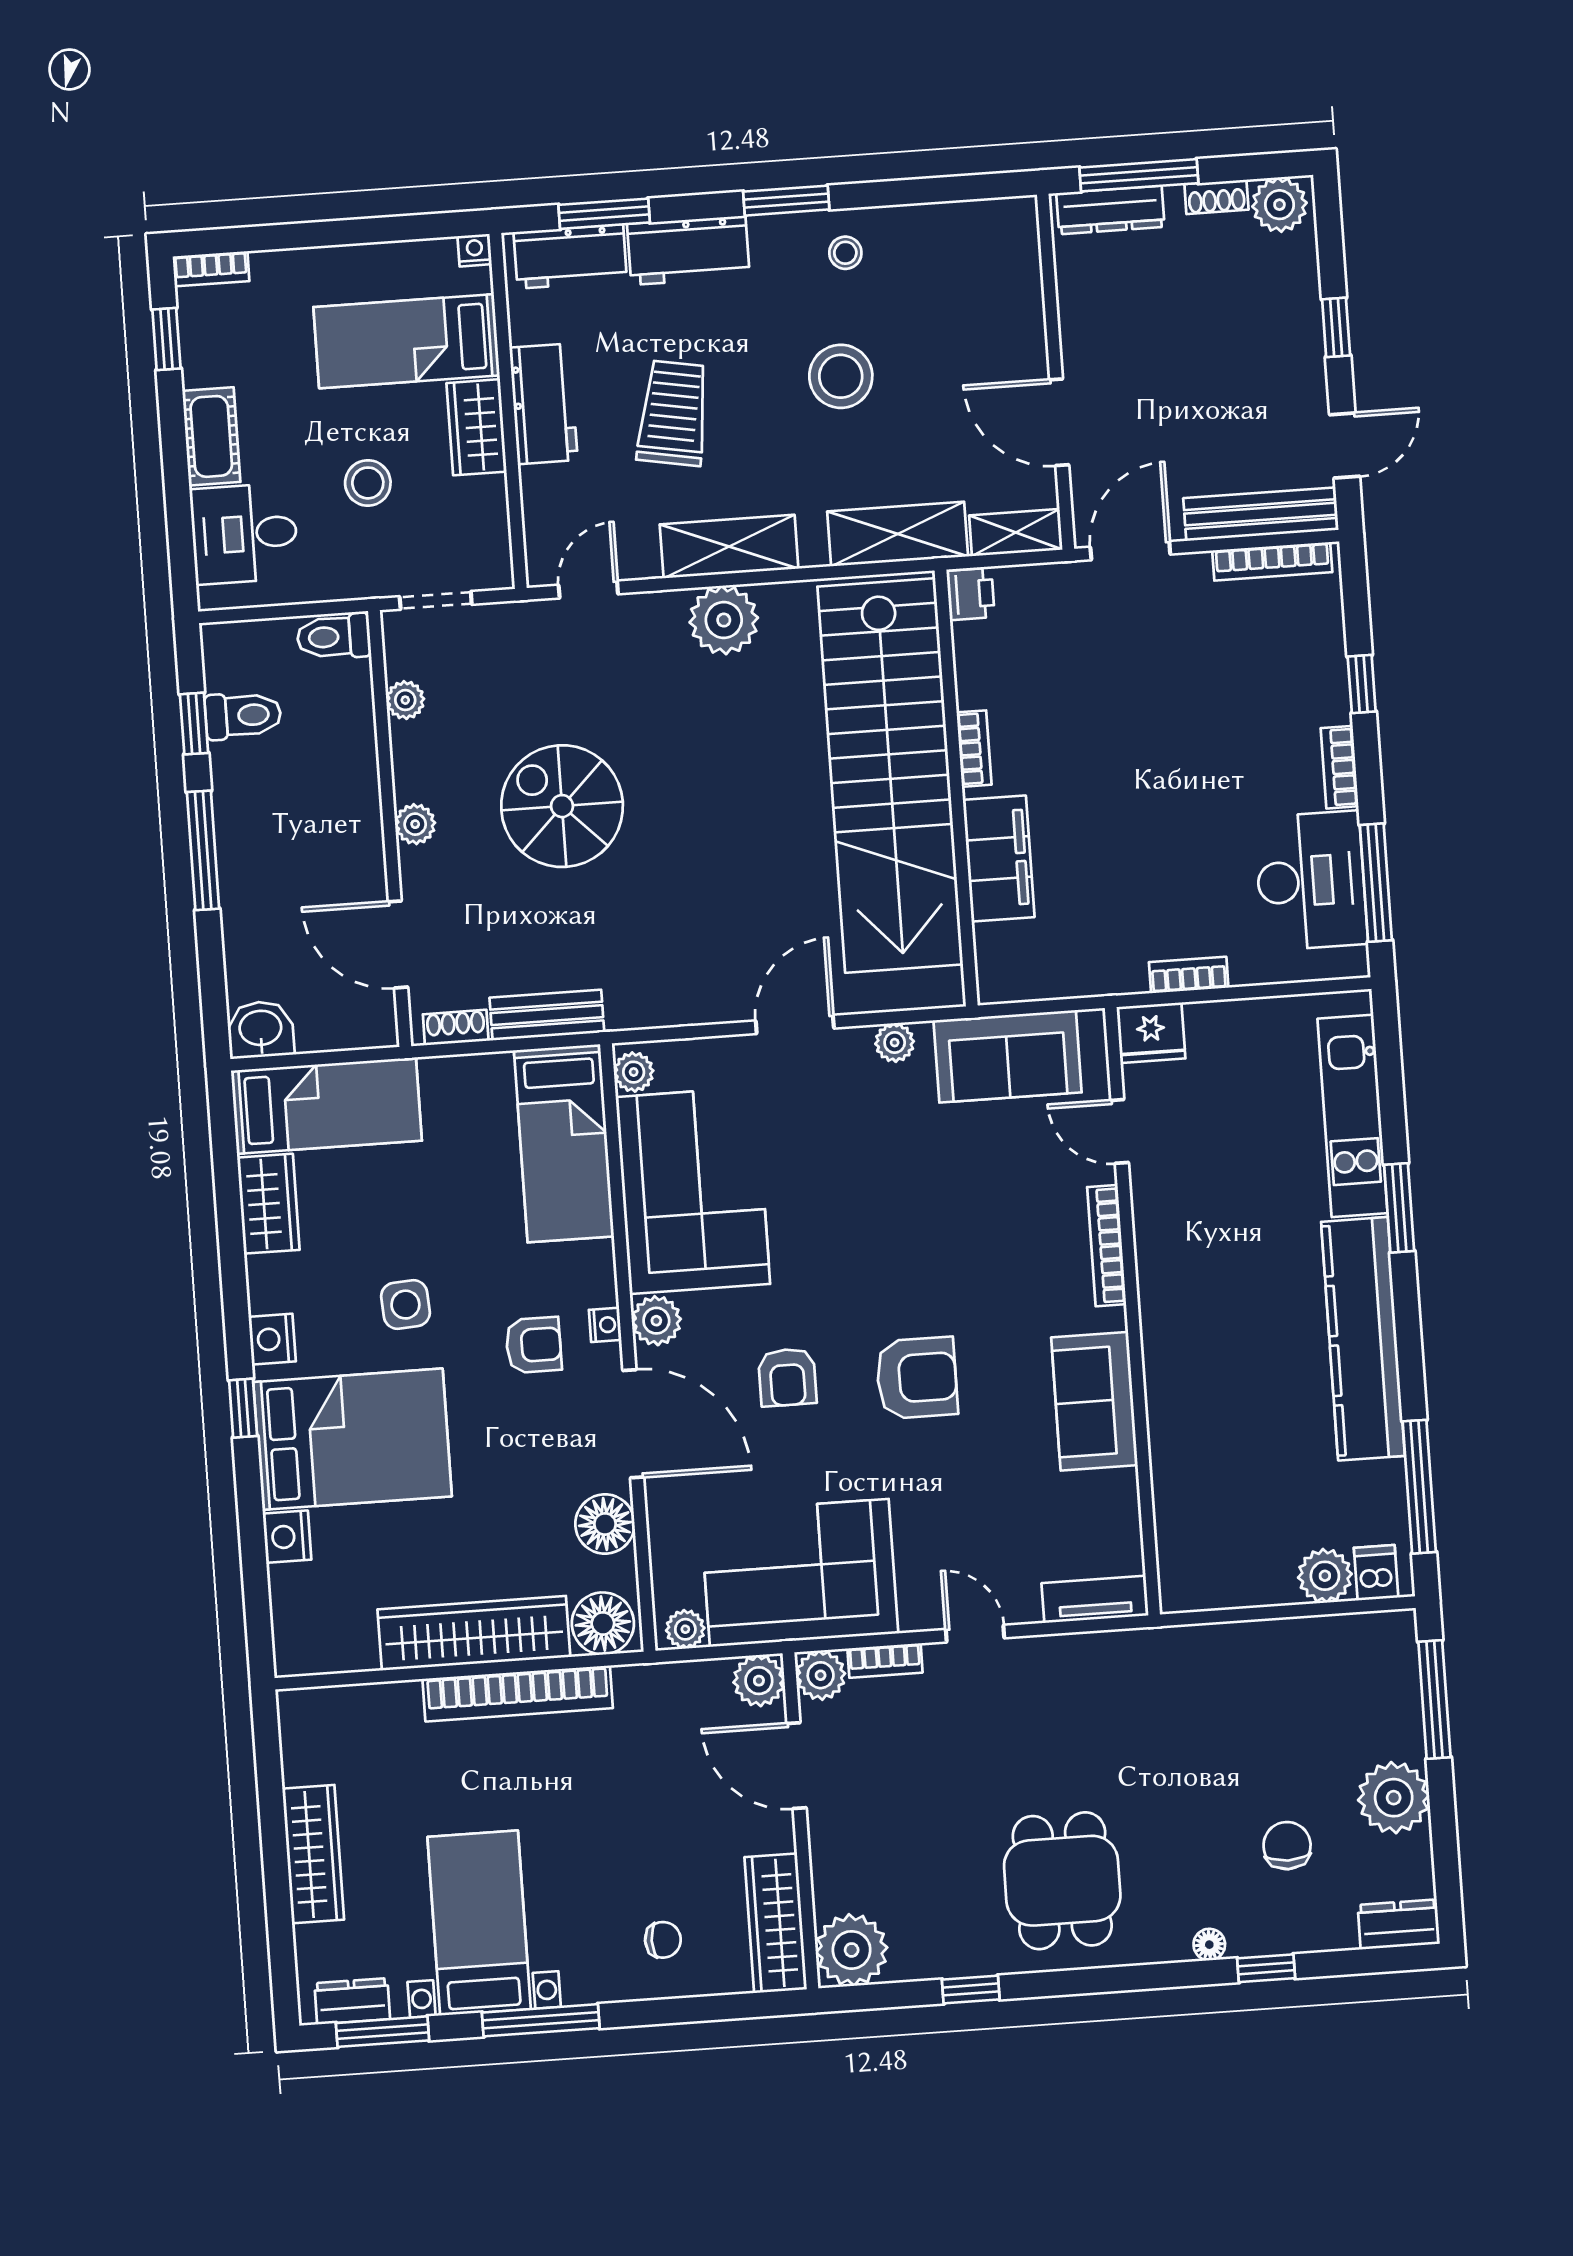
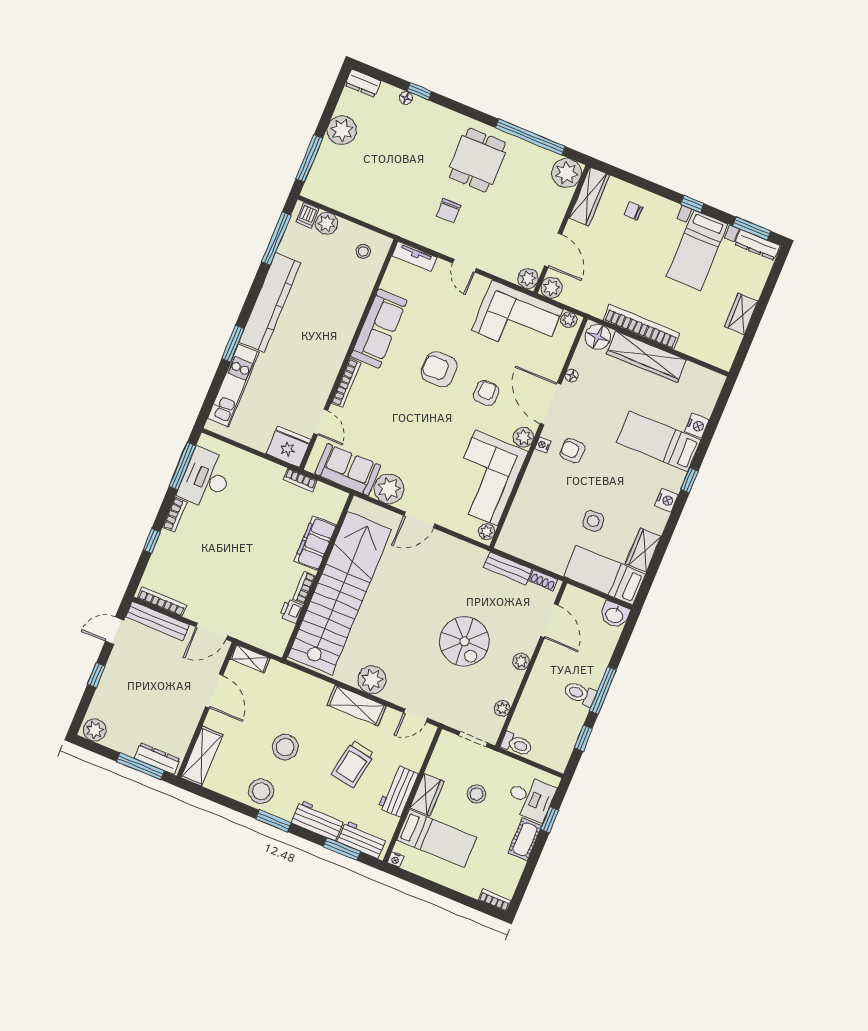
shoe rack: (1216, 197) -> (116, 744), removed
stool: (845, 253) -> (261, 791), width x1.89, depth x1.89
window: (166, 339) -> (550, 820), moved
shelving: (898, 534) -> (202, 756), moved, turned 90
printer: (971, 594) -> (291, 611), moved
toilet: (243, 715) -> (580, 694), moved
bookcase: (1189, 975) -> (300, 480), moved
fridge: (1151, 1033) -> (289, 447), width x1.36, depth x1.34
plant: (895, 1043) -> (389, 489), width x1.87, depth x1.87
bed: (564, 1143) -> (525, 518), removed
side table: (405, 1305) -> (593, 521), moved
sofa: (1094, 1401) -> (379, 328), width x1.36
bed: (352, 1439) -> (659, 441), width x0.67
floor lamp: (605, 1524) -> (572, 376), width x0.53, depth x0.53
stool: (1213, 1554) -> (363, 251), added
bookcase: (885, 1661) -> (502, 272), removed
chair: (1287, 1846) -> (448, 211), moved
wardrobe: (313, 1854) -> (741, 314), width x0.67
floor lamp: (1209, 1945) -> (406, 98), moved
window: (971, 1989) -> (530, 137), width x3.17
dresser: (352, 2001) -> (757, 245), width x1.44
window: (541, 2020) -> (692, 204), width x0.46

